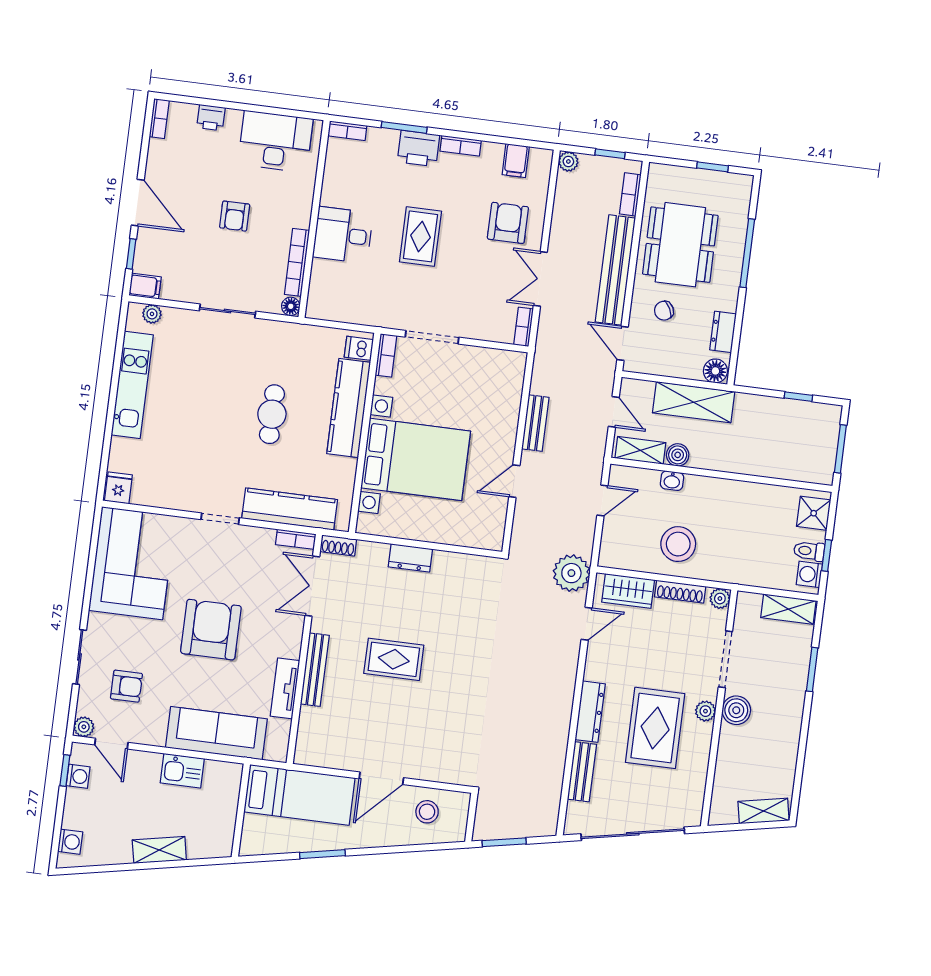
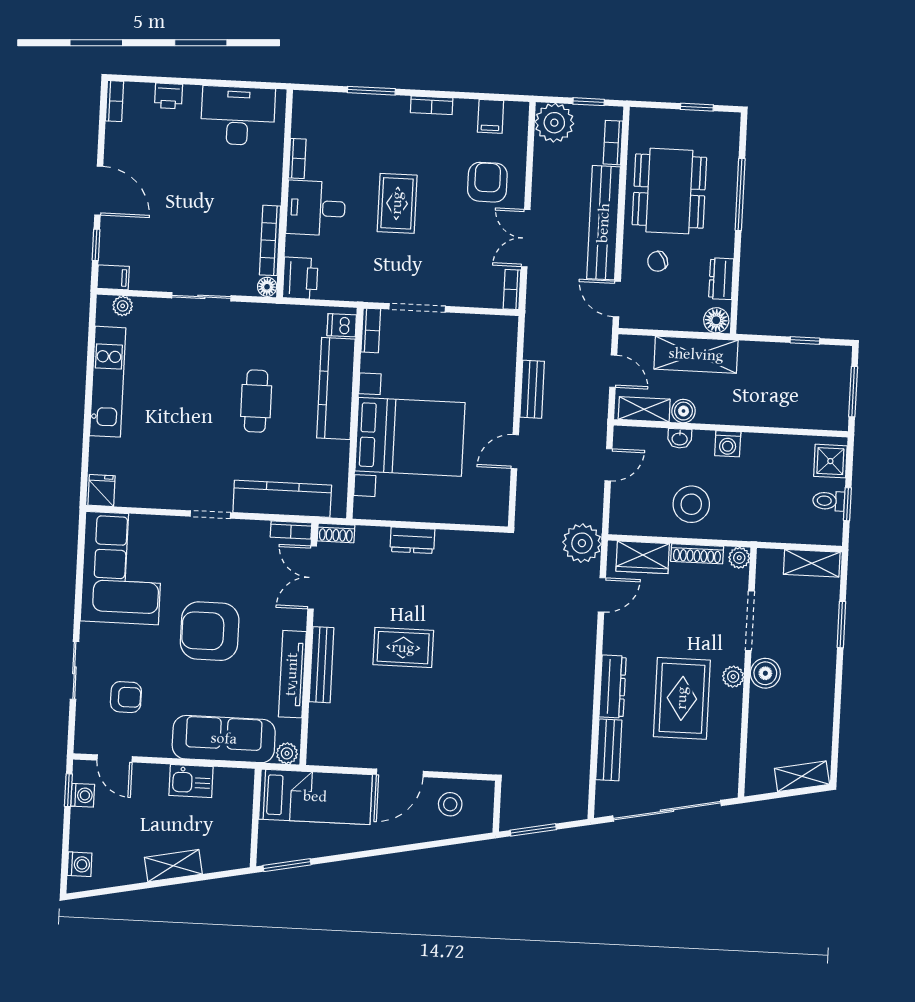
bookcase: (347, 131) -> (297, 158), moved, turned -90
printer: (418, 148) -> (300, 278), moved, turned -90
plant: (568, 161) -> (554, 123), width x1.88, depth x1.88
armchair: (235, 216) -> (201, 197), removed
washing machine: (809, 574) -> (728, 444), moved, turned -90
armchair: (211, 630) -> (210, 631), turned -90
tv unit: (285, 688) -> (292, 674), width x1.41
plant: (84, 727) -> (287, 753), moved
window: (322, 854) -> (287, 865), moved

